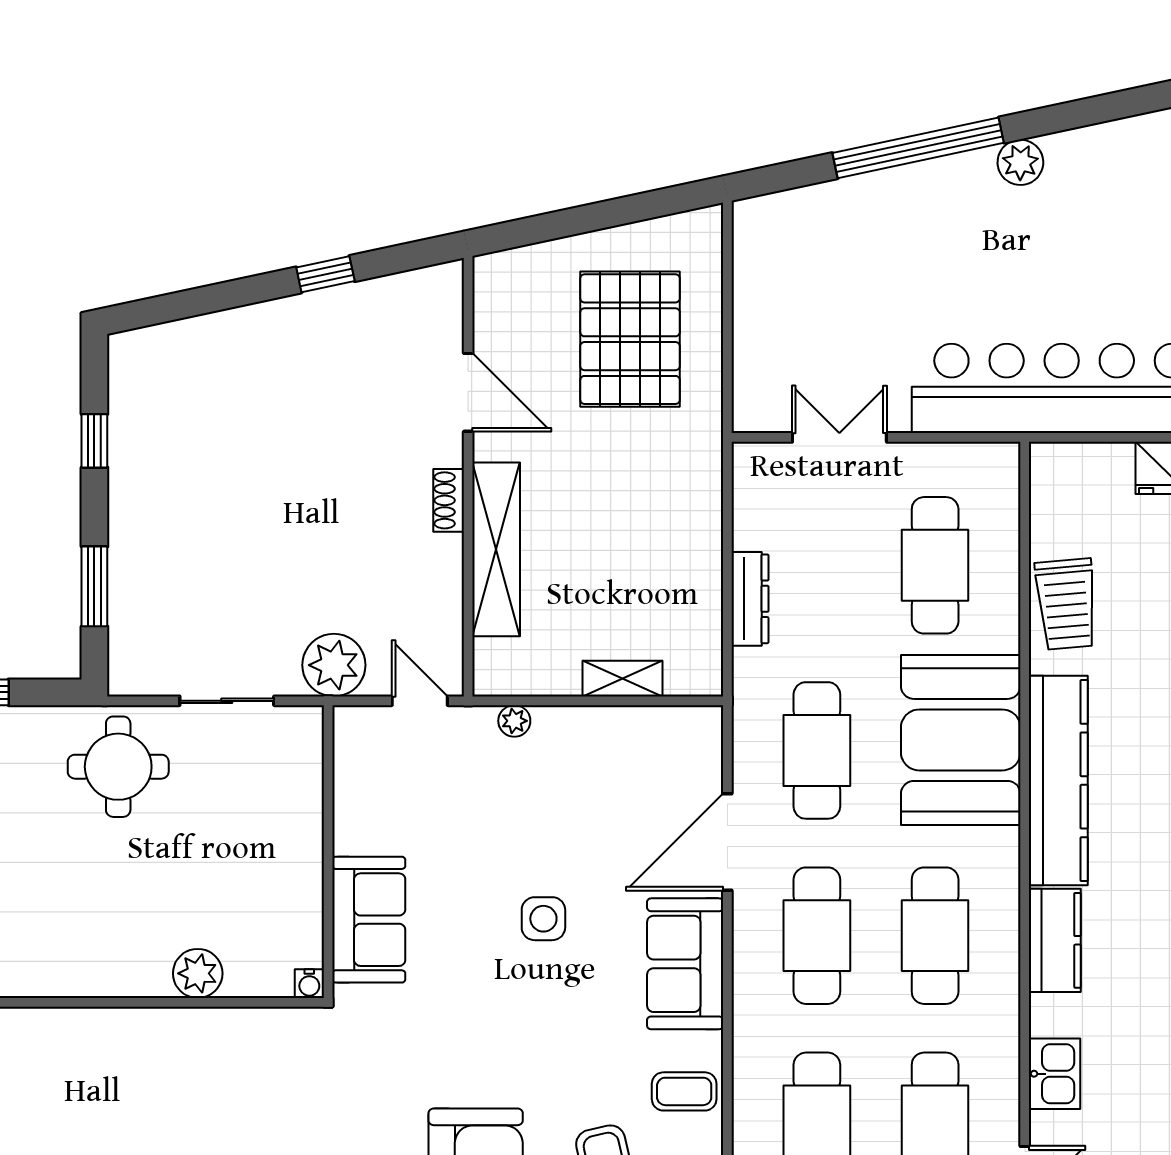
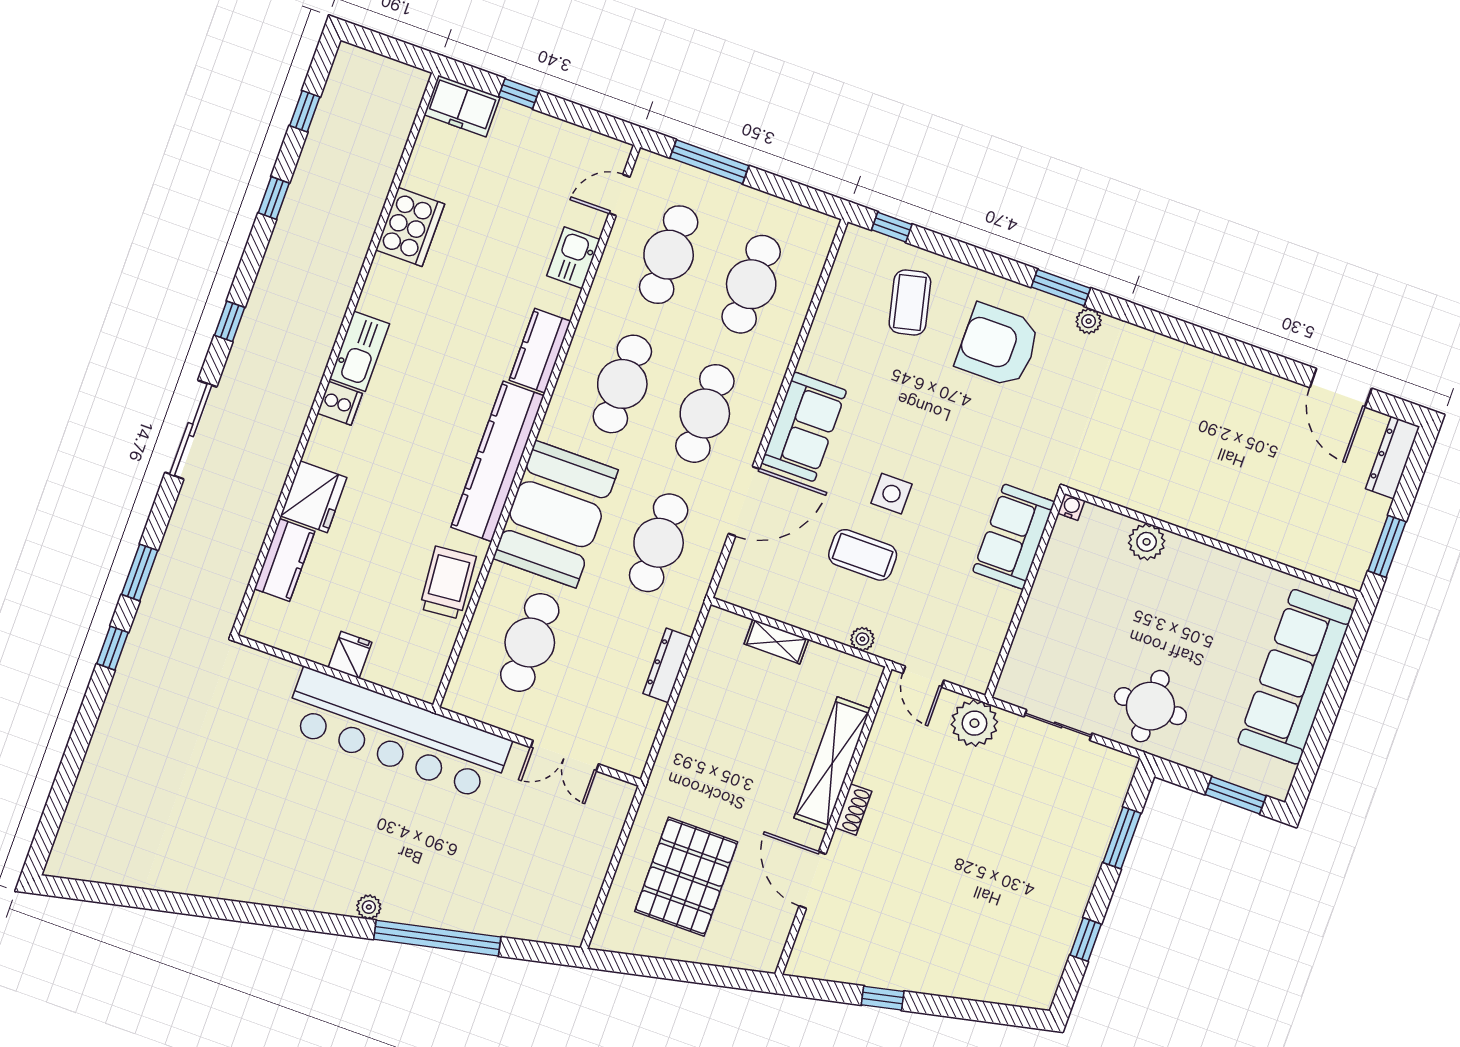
plant: (1020, 162) -> (369, 907), width x0.73, depth x0.73
coffee table: (684, 1091) -> (863, 555), moved, width x1.36, depth x1.30

